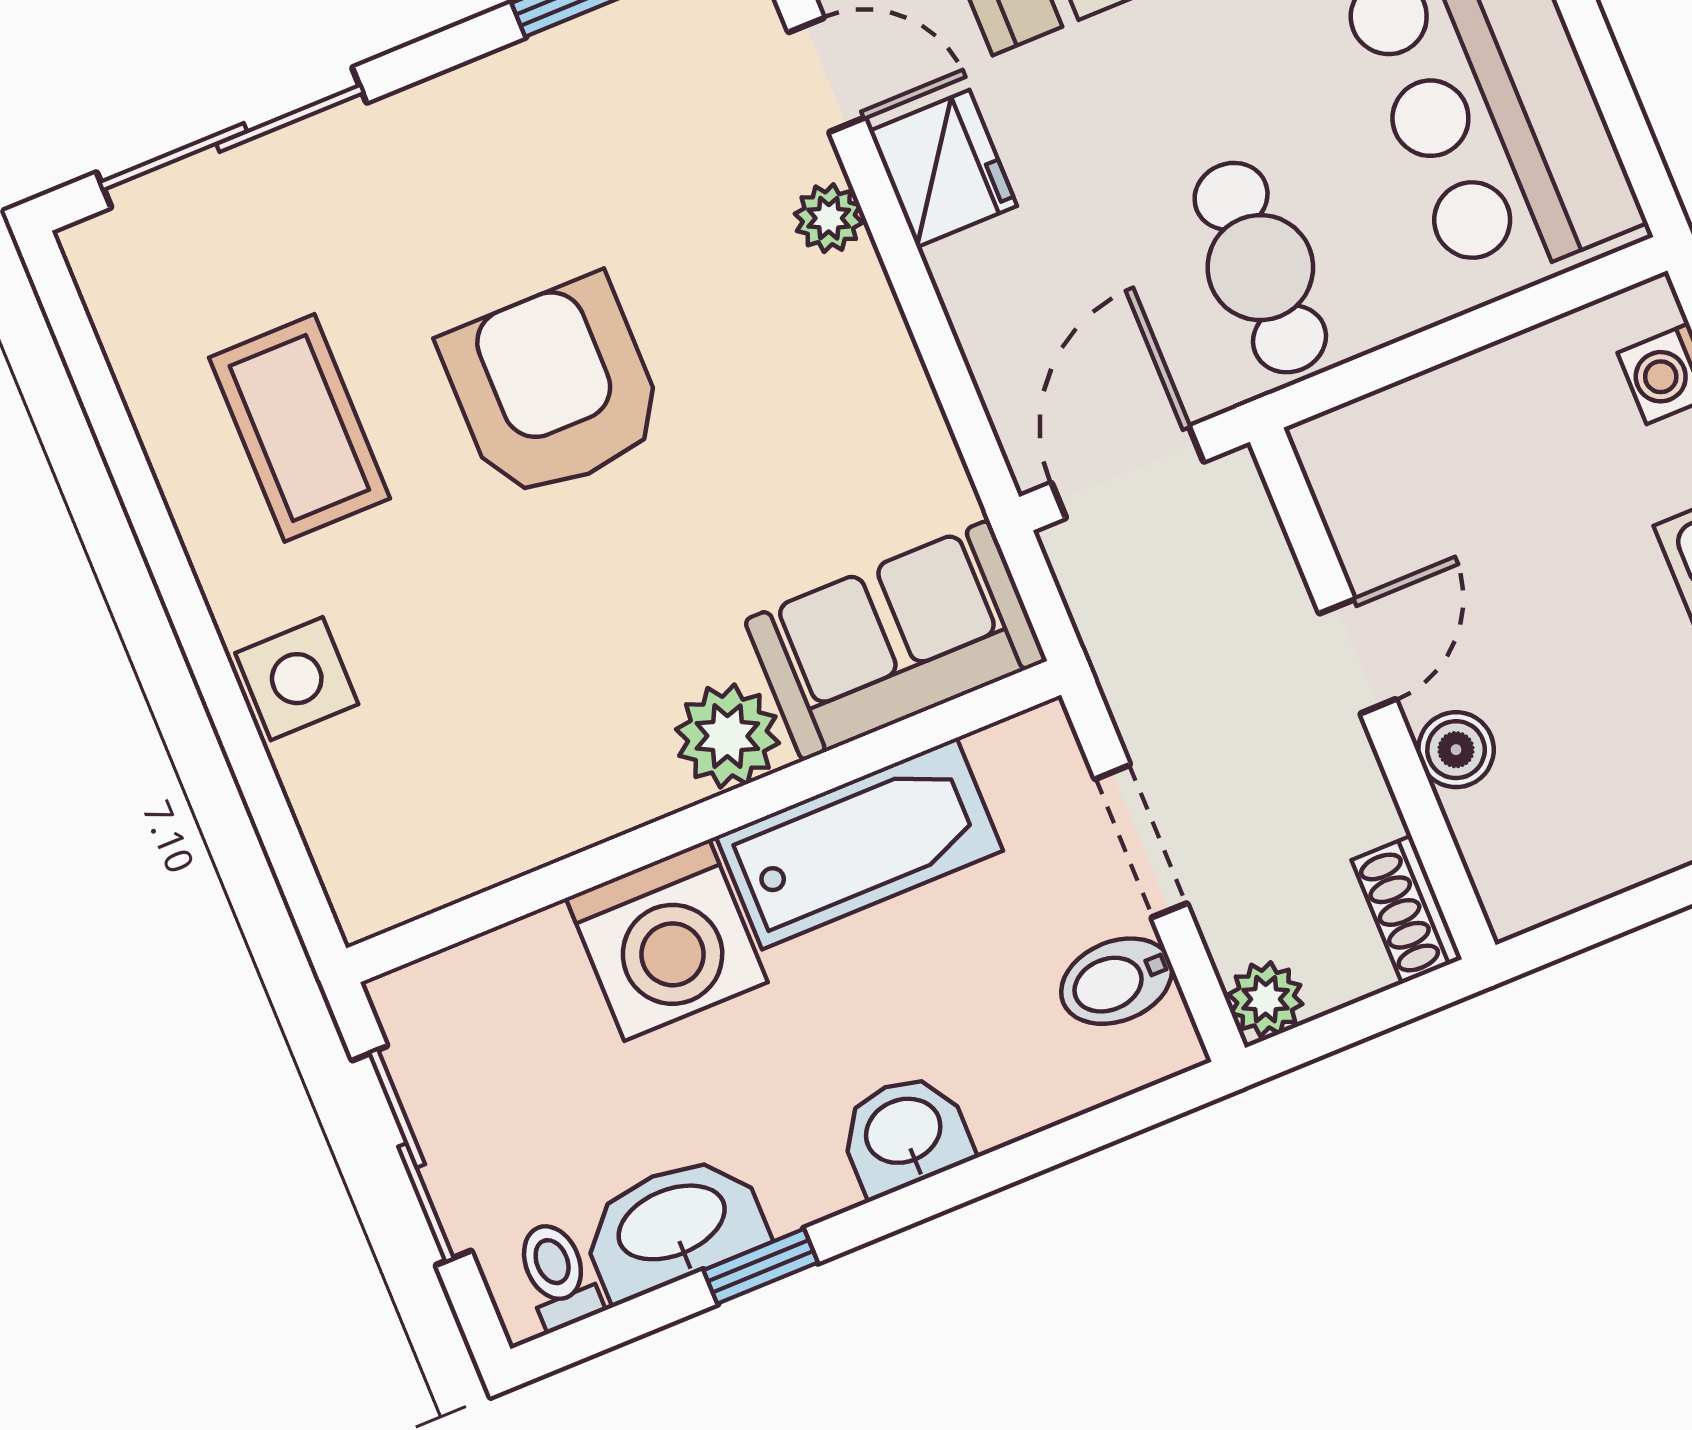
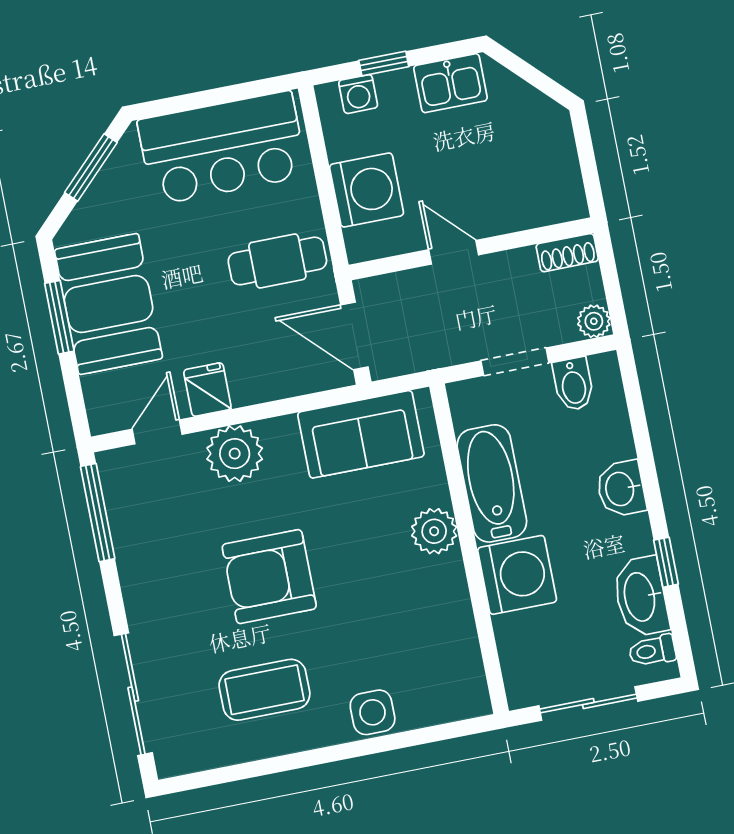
fridge: (943, 168) -> (207, 390), width x0.72
plant: (829, 218) -> (235, 454), width x1.88, depth x1.88
washing machine: (1458, 435) -> (367, 190), added
sofa: (896, 640) -> (361, 434), moved, turned -90
boiler: (1456, 750) -> (502, 218), removed

